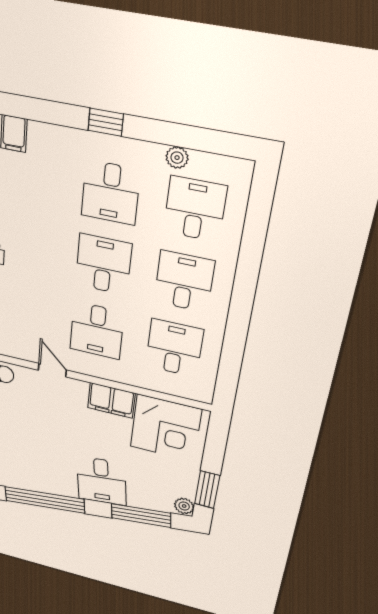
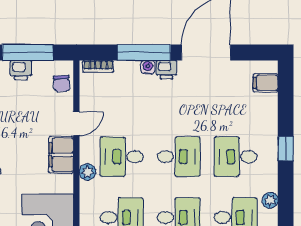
plant: (112, 372) -> (88, 172), added
filing cabinet: (111, 400) -> (61, 155), moved

